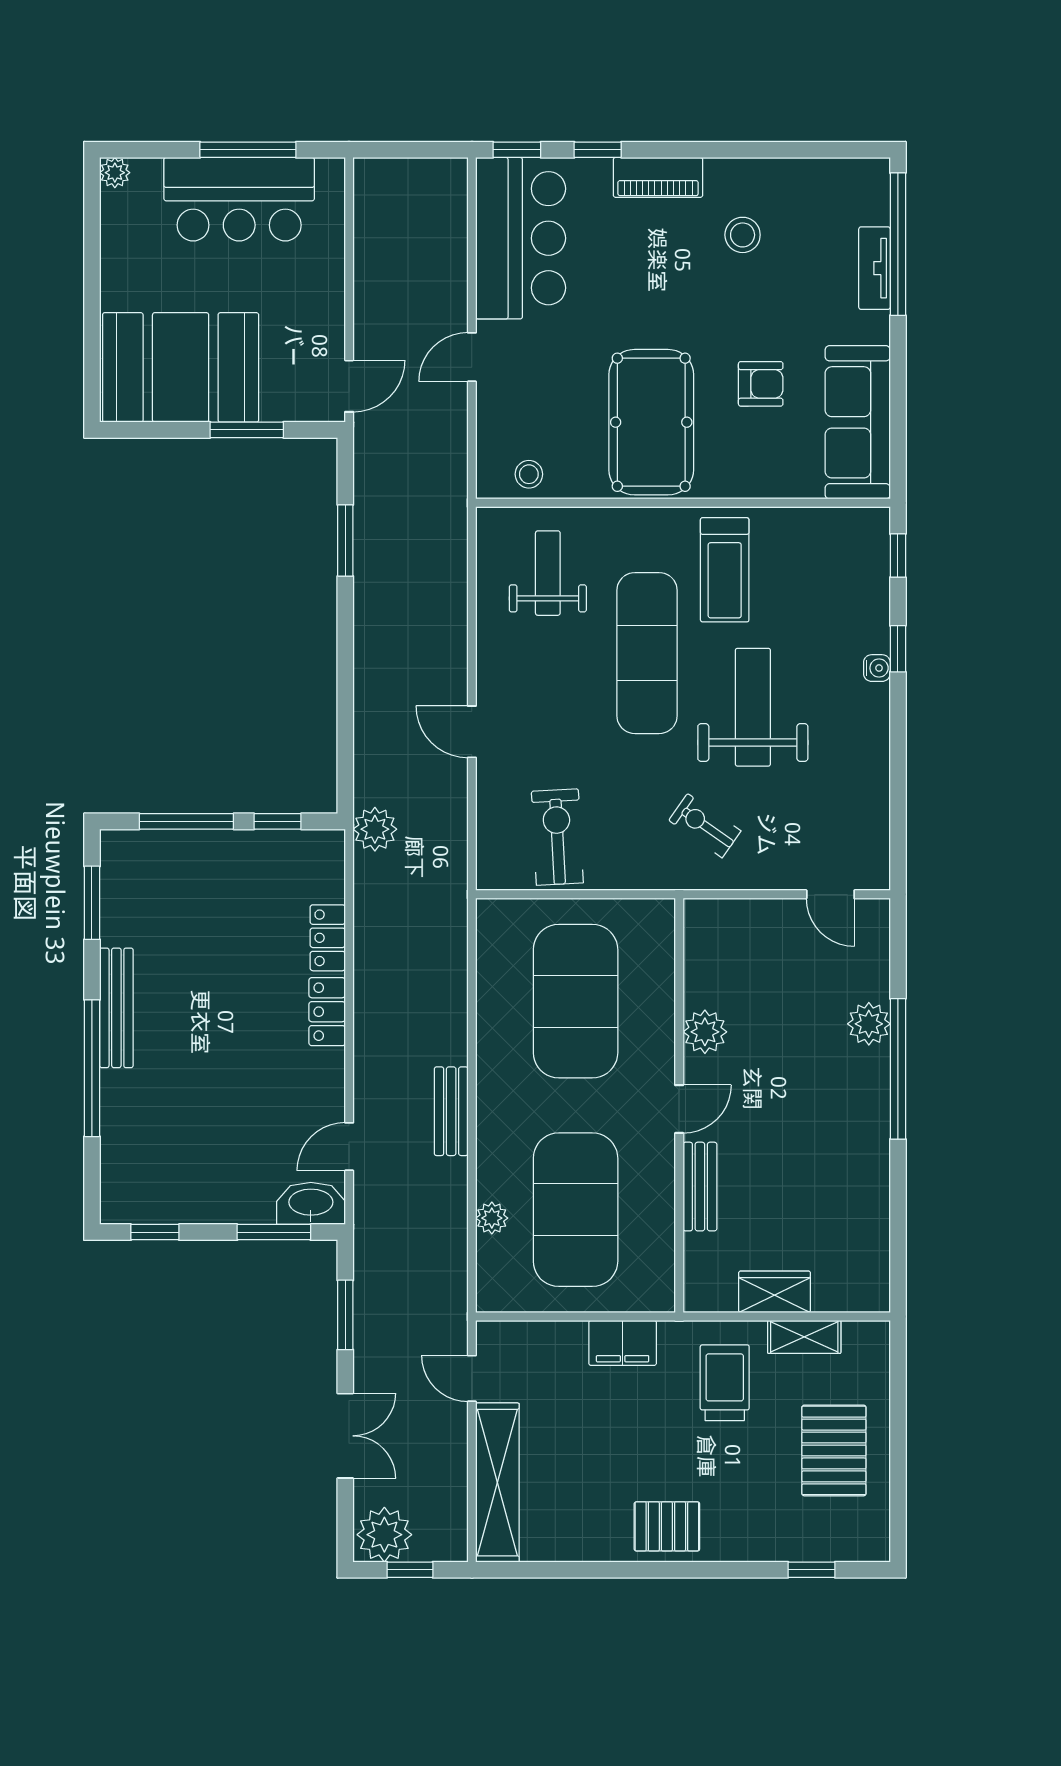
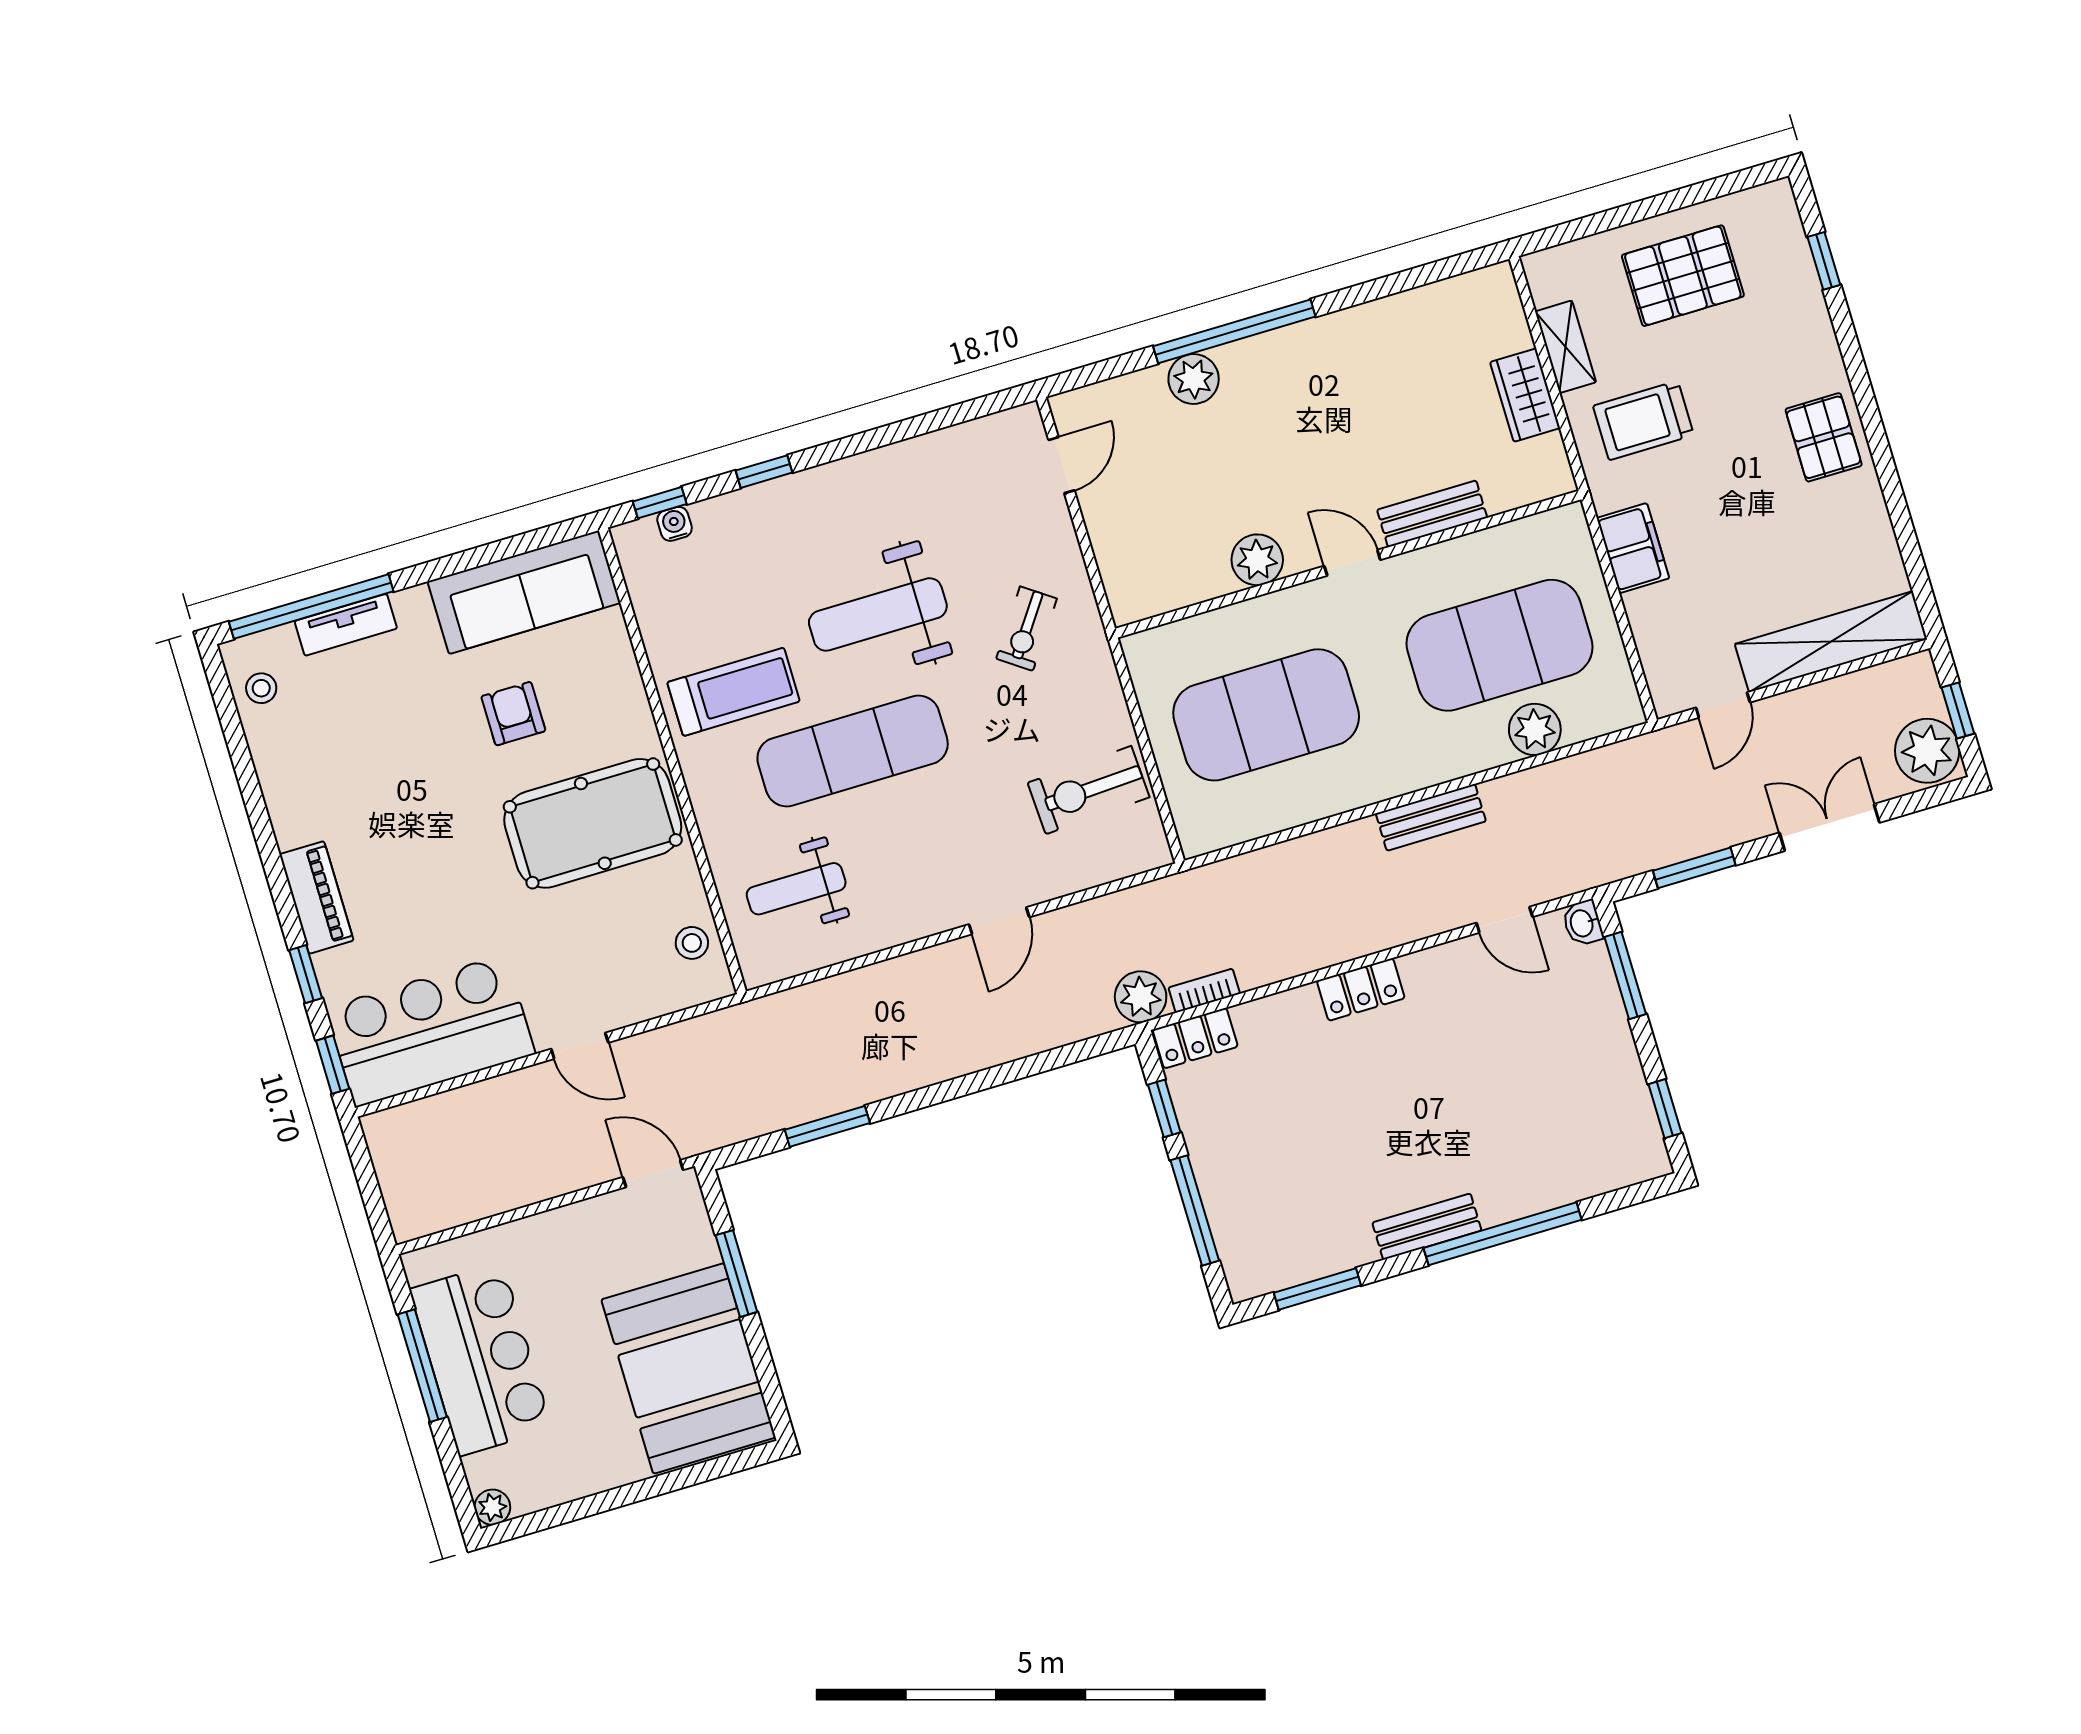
stool: (743, 235) -> (261, 688), moved, width x0.73, depth x0.73
water cooler: (877, 668) -> (675, 524), moved
bookcase: (364, 883) -> (1204, 991), added
locker: (328, 938) -> (1195, 1038), moved
bench: (116, 1008) -> (1427, 1227), width x0.73
washbasin: (311, 1203) -> (1583, 923), width x0.52, depth x0.69
plant: (492, 1218) -> (1535, 729), width x1.38, depth x1.38

